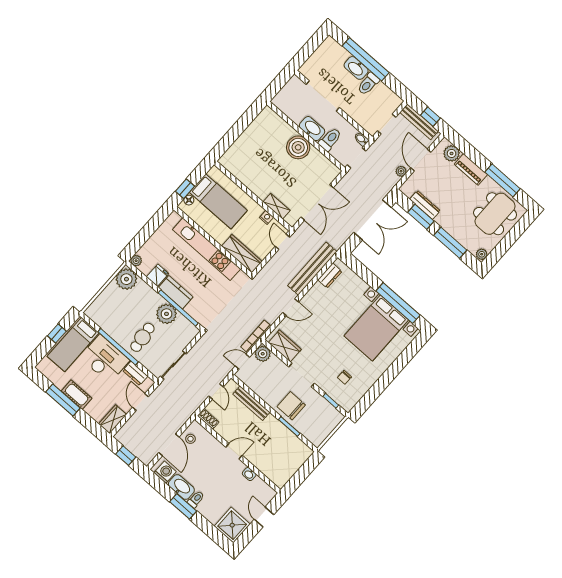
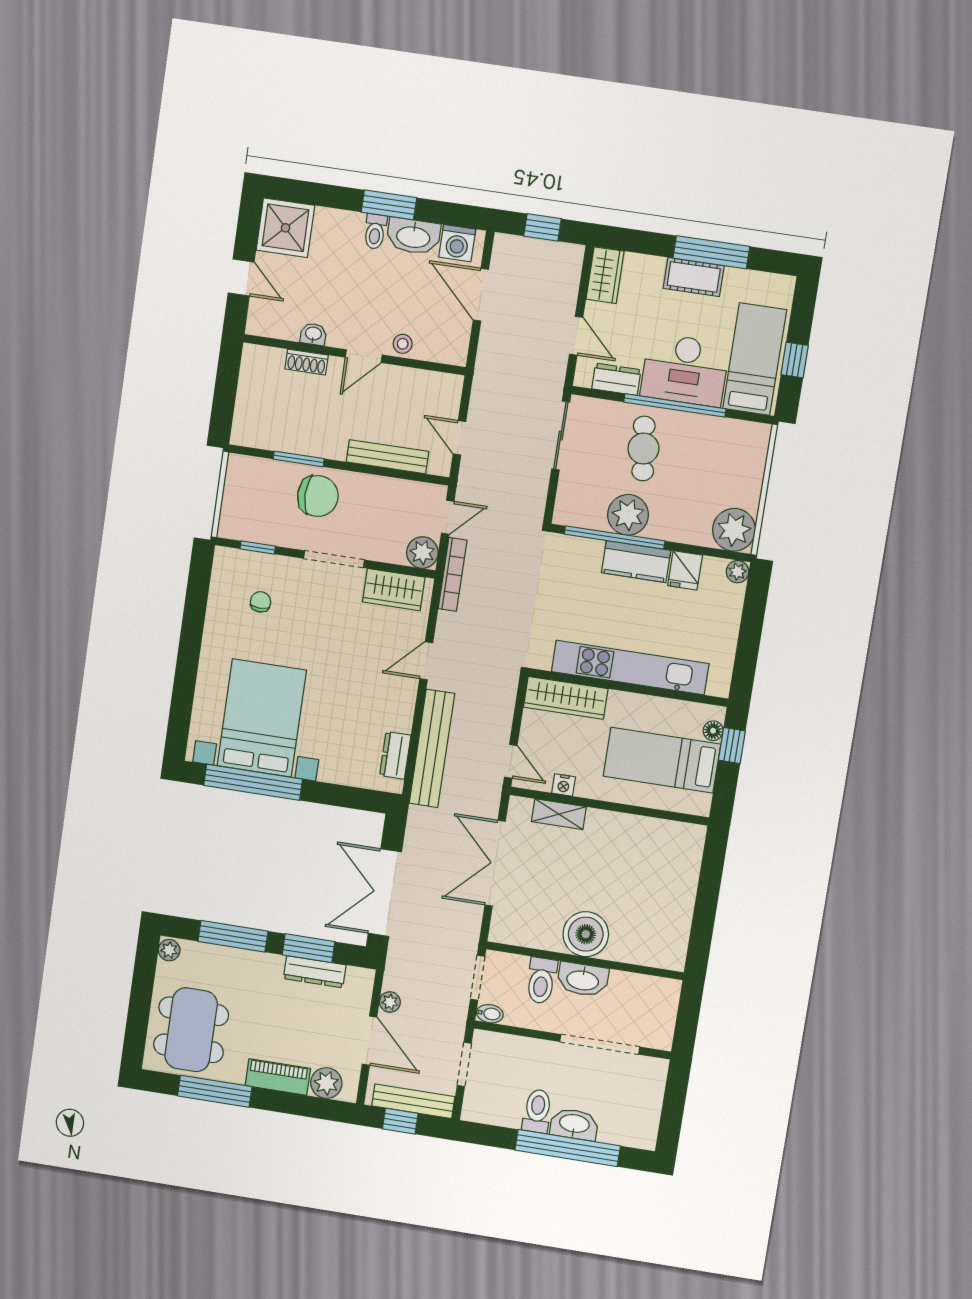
shoe rack: (208, 419) -> (307, 362), moved
stool: (190, 439) -> (403, 344), moved

